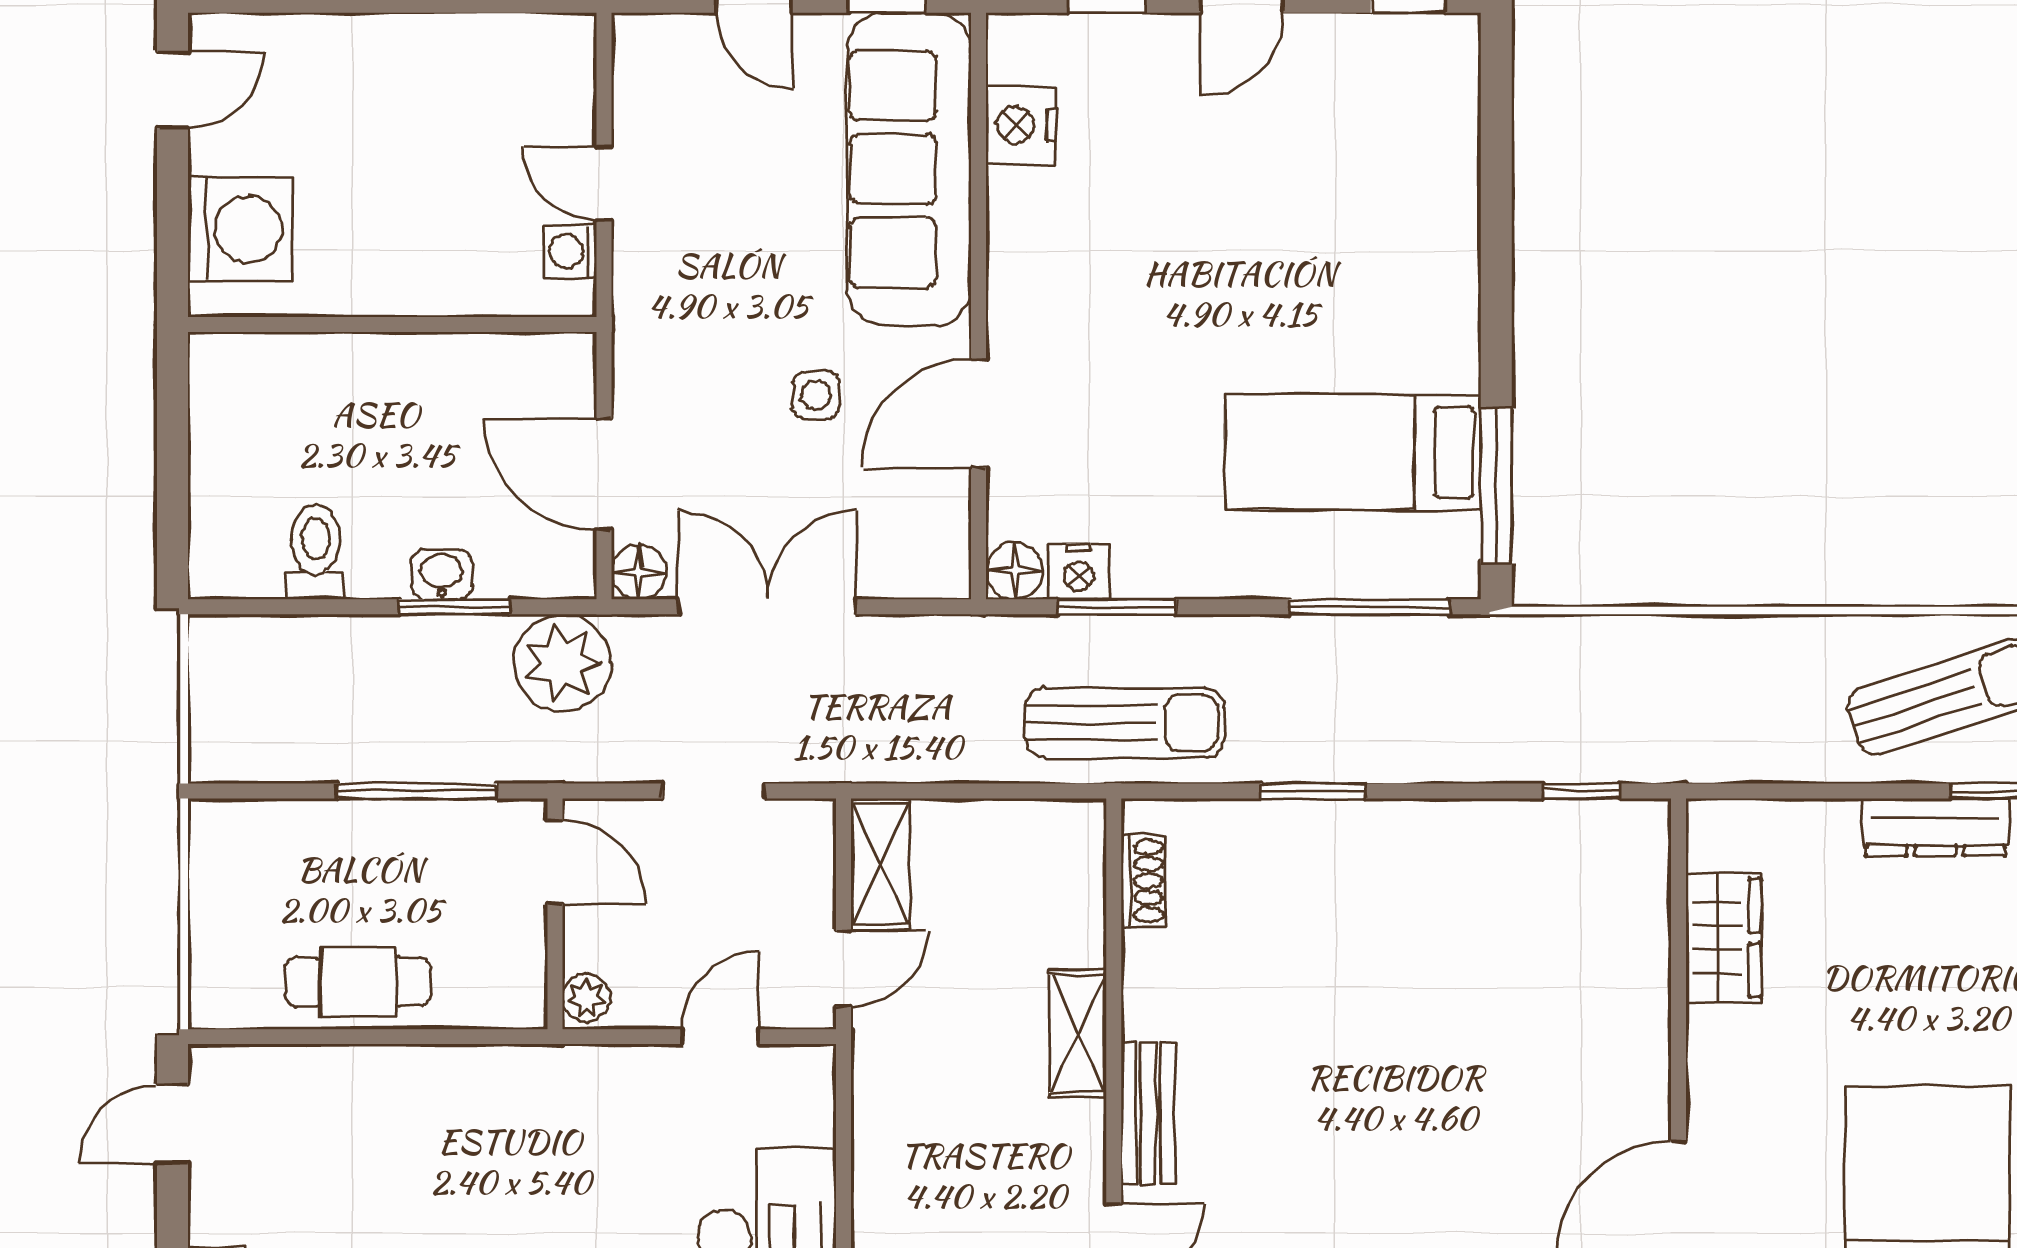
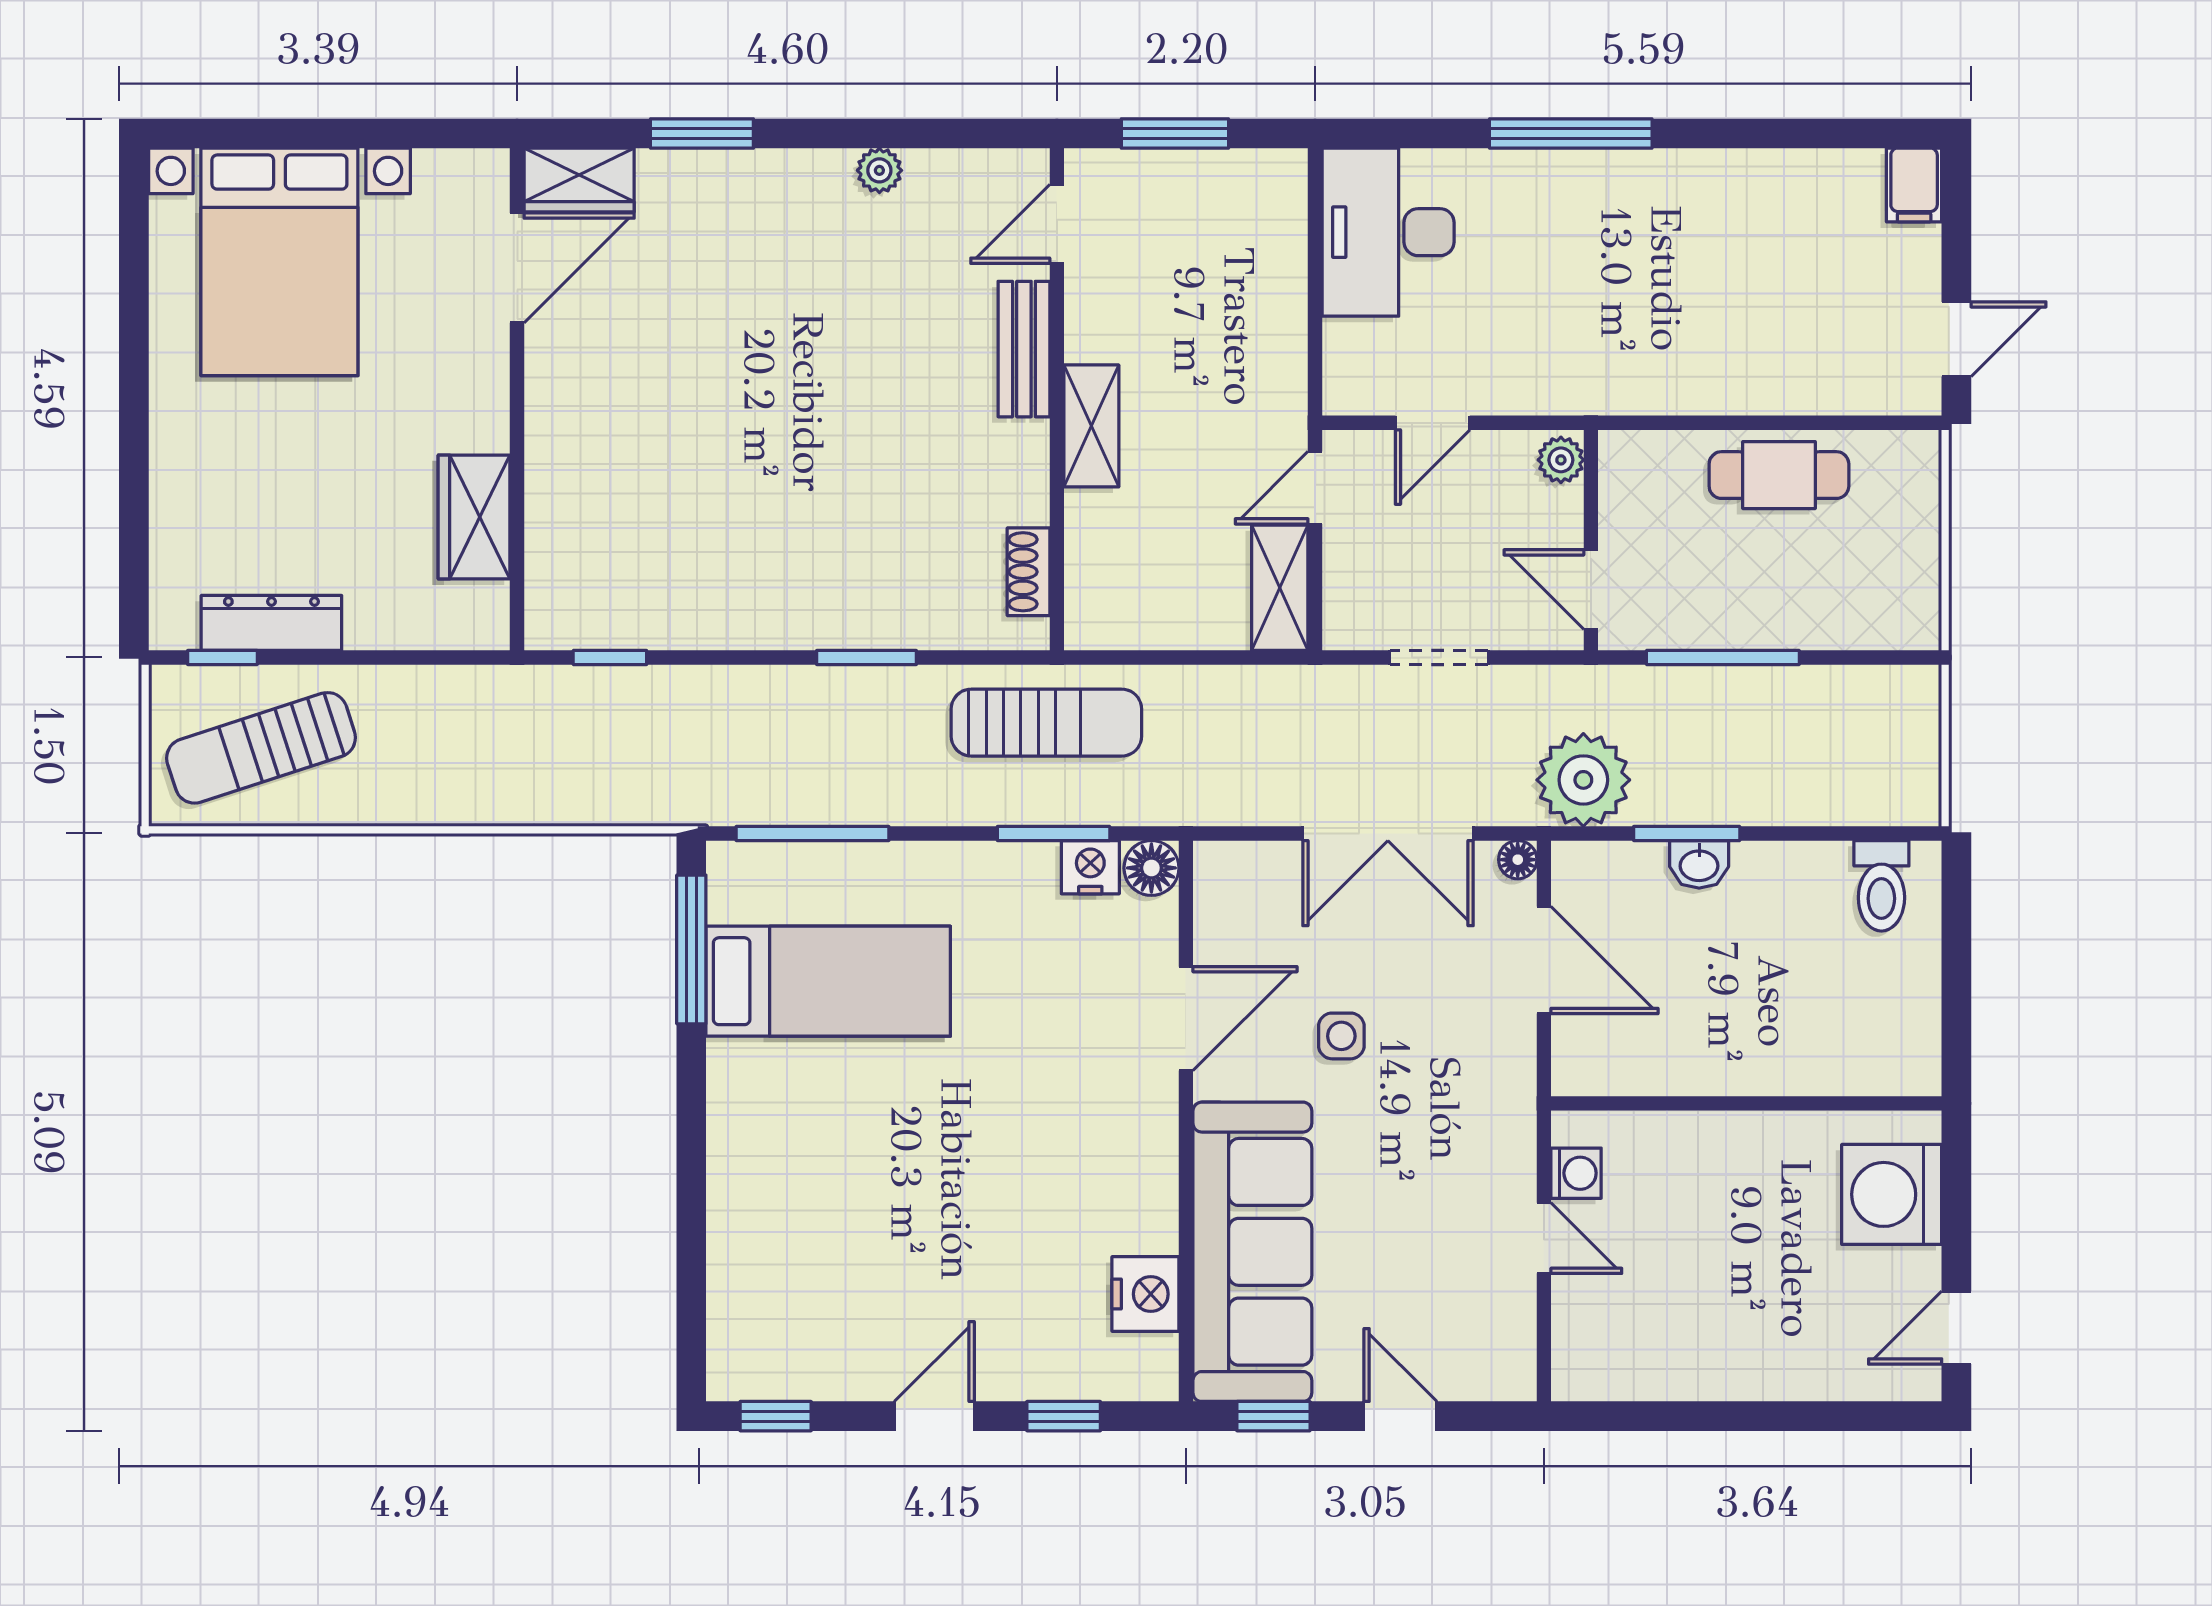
toilet: (316, 552) -> (1881, 886), moved
floor lamp: (639, 572) -> (1518, 860), width x0.73, depth x0.73
sun lounger: (1125, 723) -> (1046, 723), turned 180

